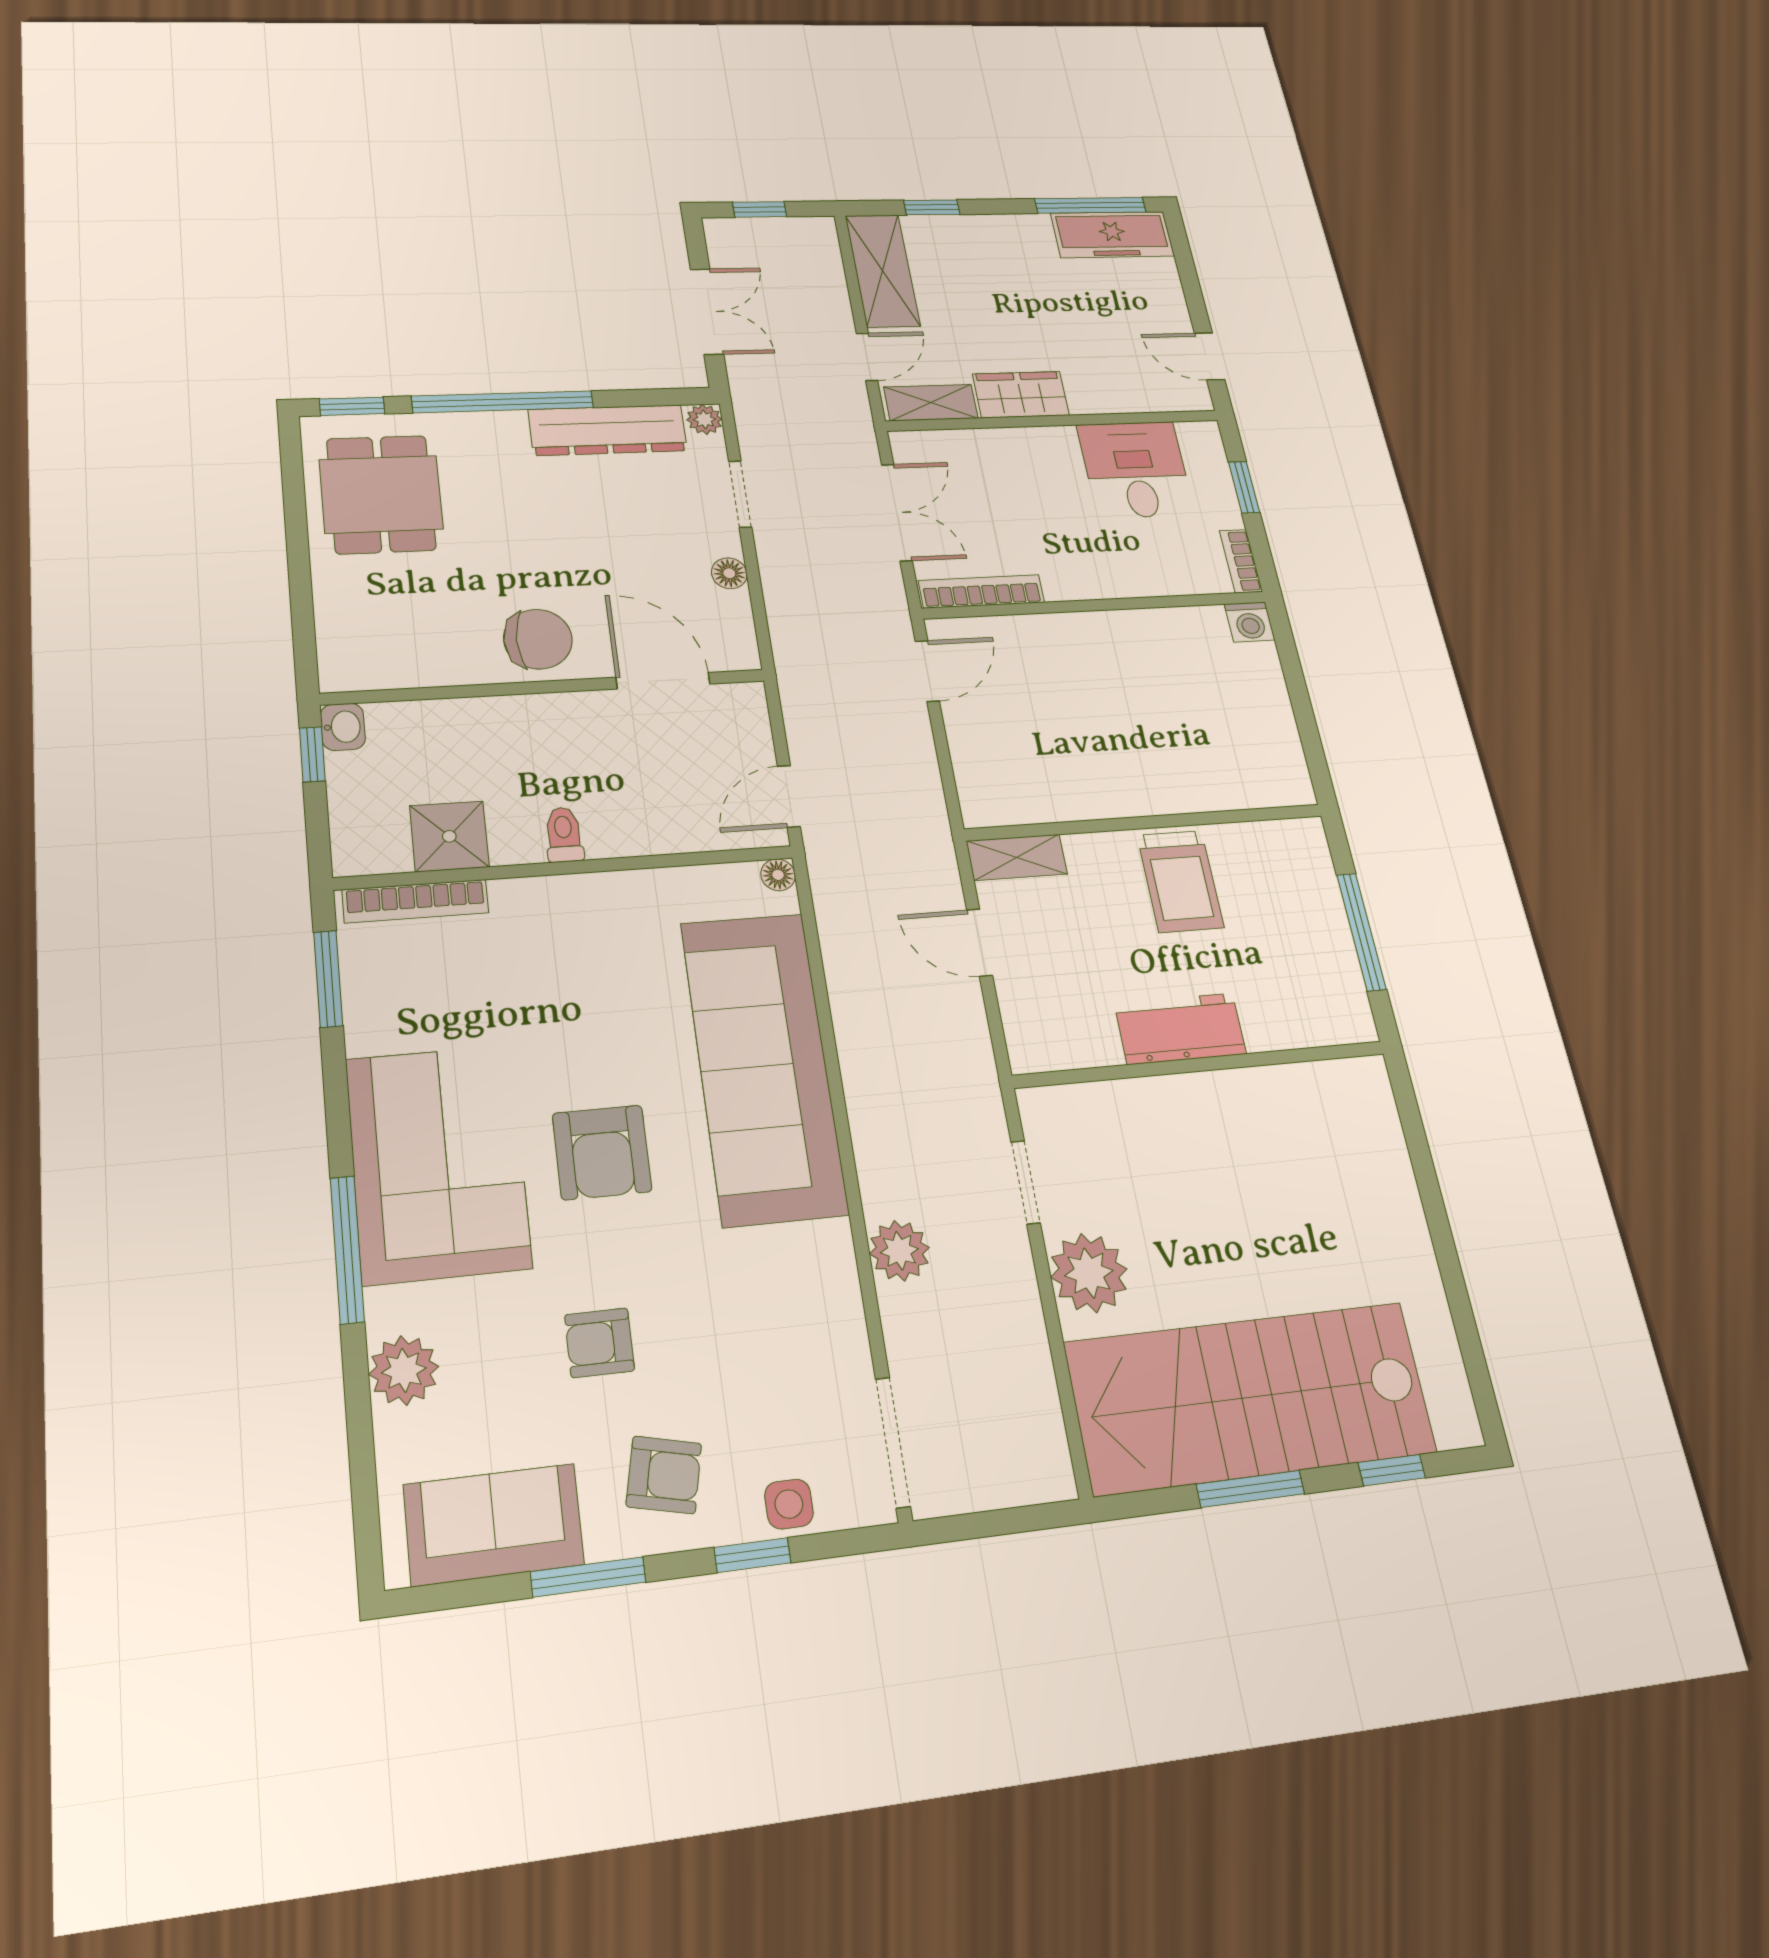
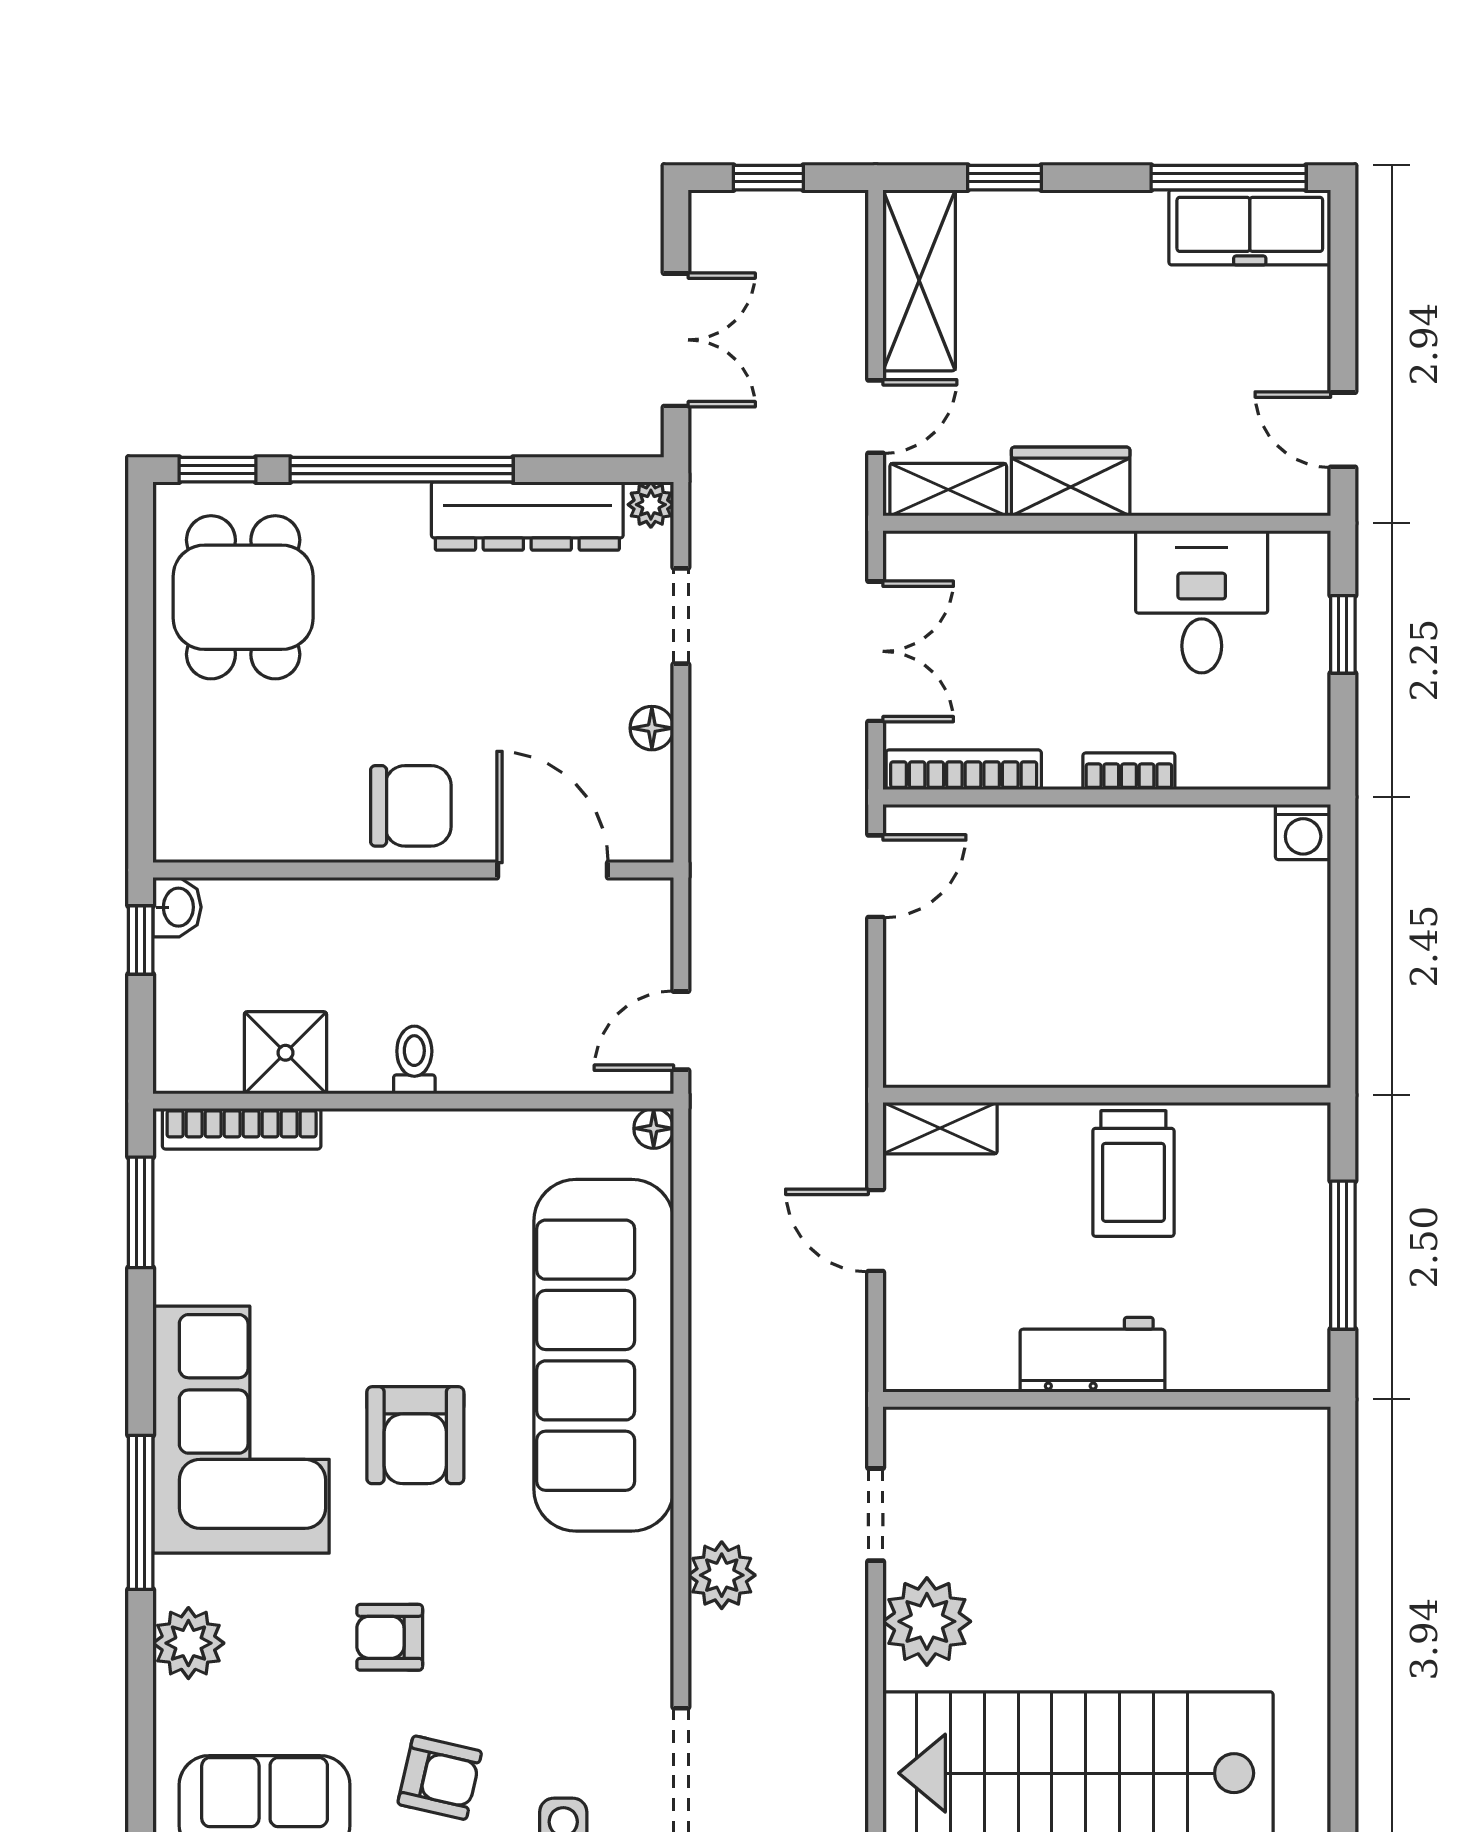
bookcase: (1241, 561) -> (1129, 771), moved, turned 90

